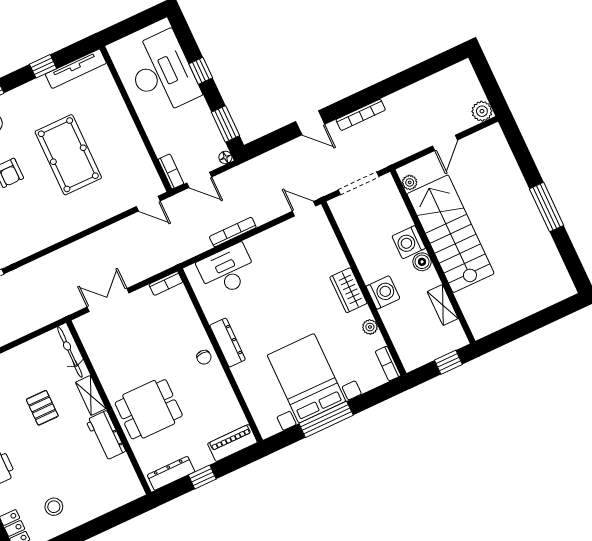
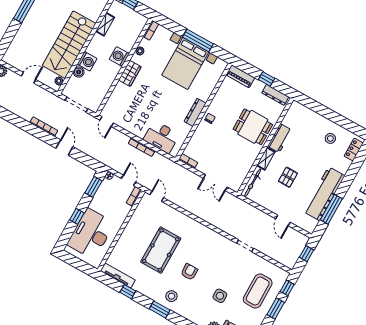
boiler: (422, 262) -> (79, 72), moved

